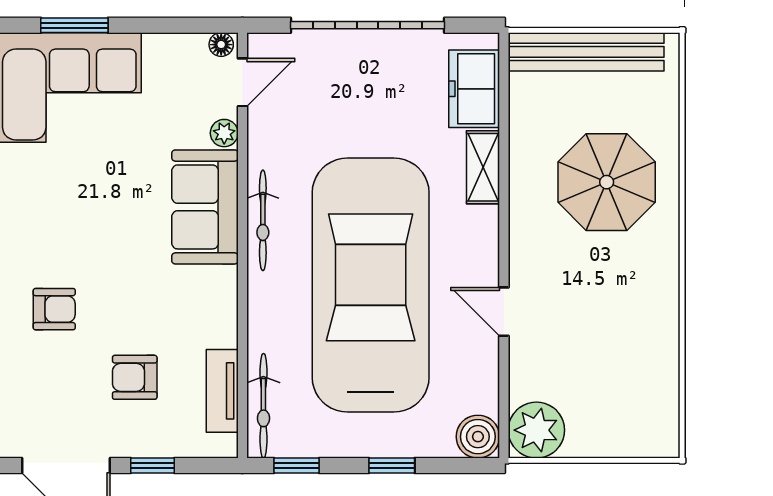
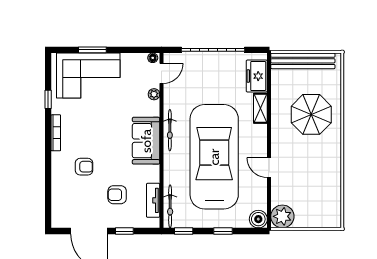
sofa: (205, 207) -> (146, 141), moved

